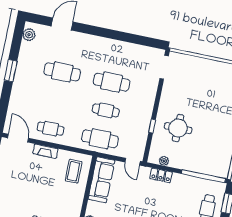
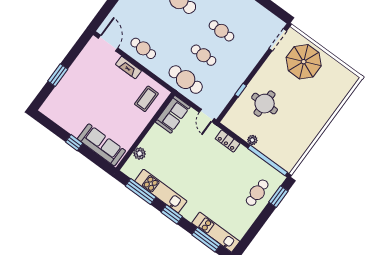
parasol: (195, 76) -> (304, 62), added
cafe table: (112, 82) -> (221, 31), width x0.73, depth x0.74
plant: (164, 161) -> (252, 140), moved
sofa: (101, 180) -> (173, 114), width x0.73

